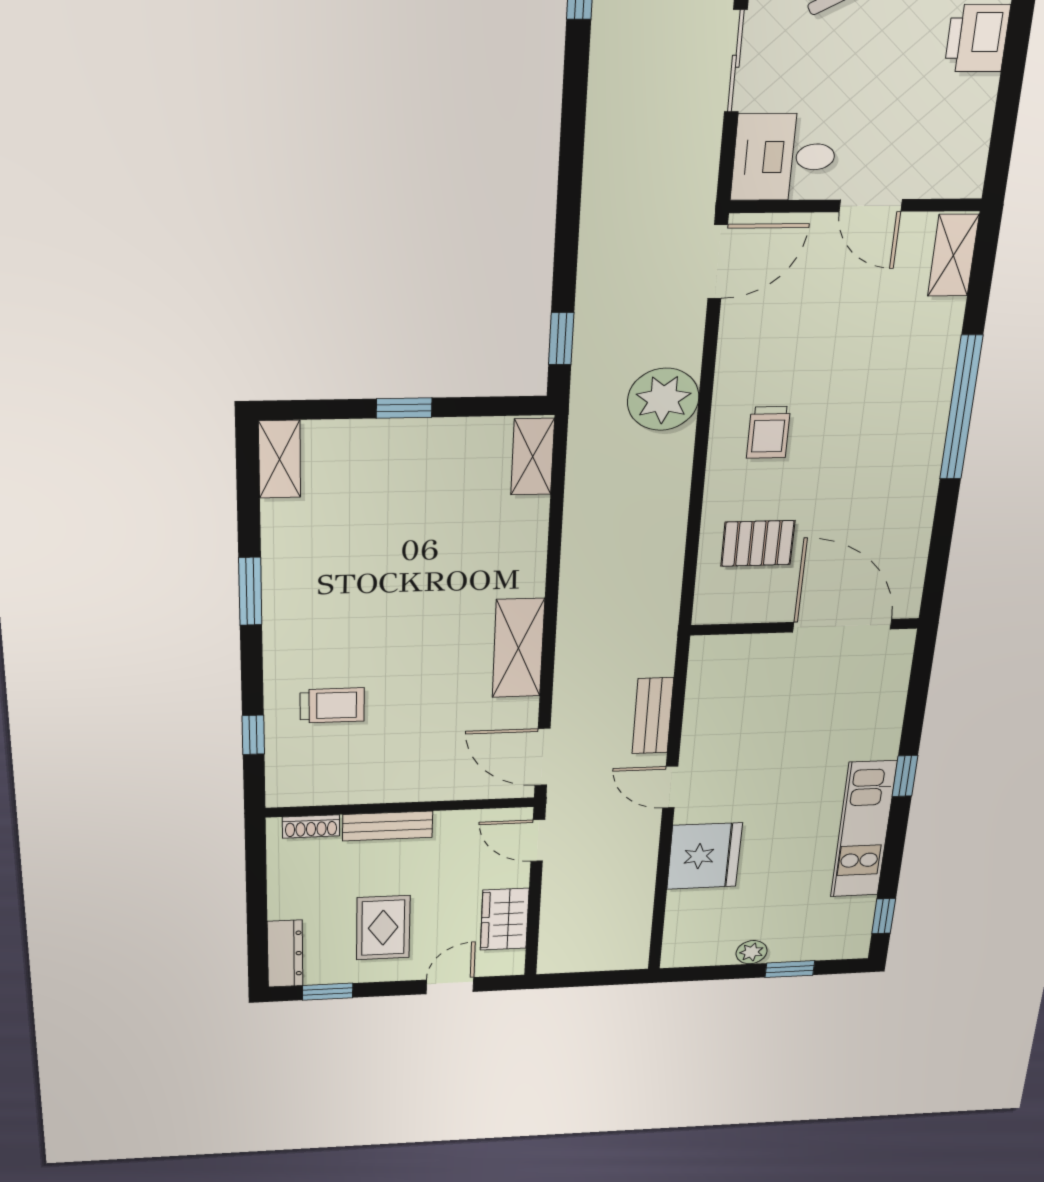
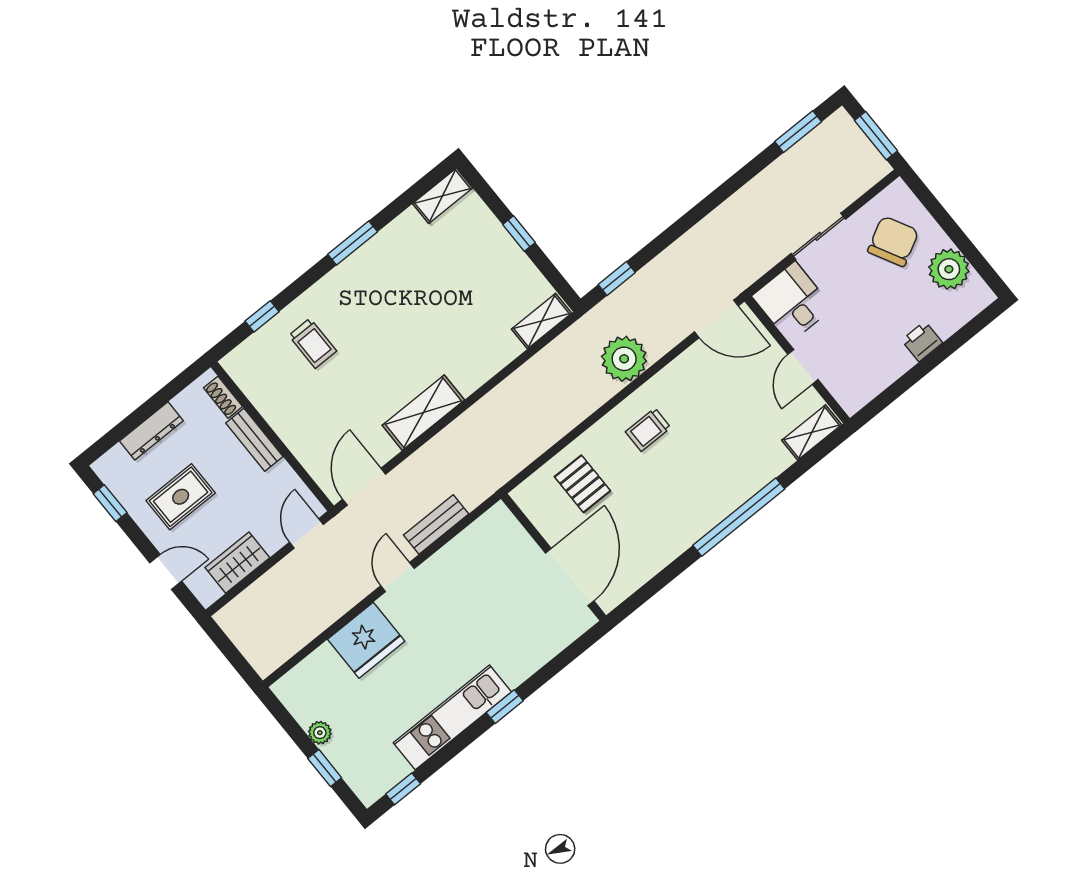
printer: (977, 38) -> (922, 341), width x0.73, depth x0.81
dresser: (285, 954) -> (151, 431), moved

